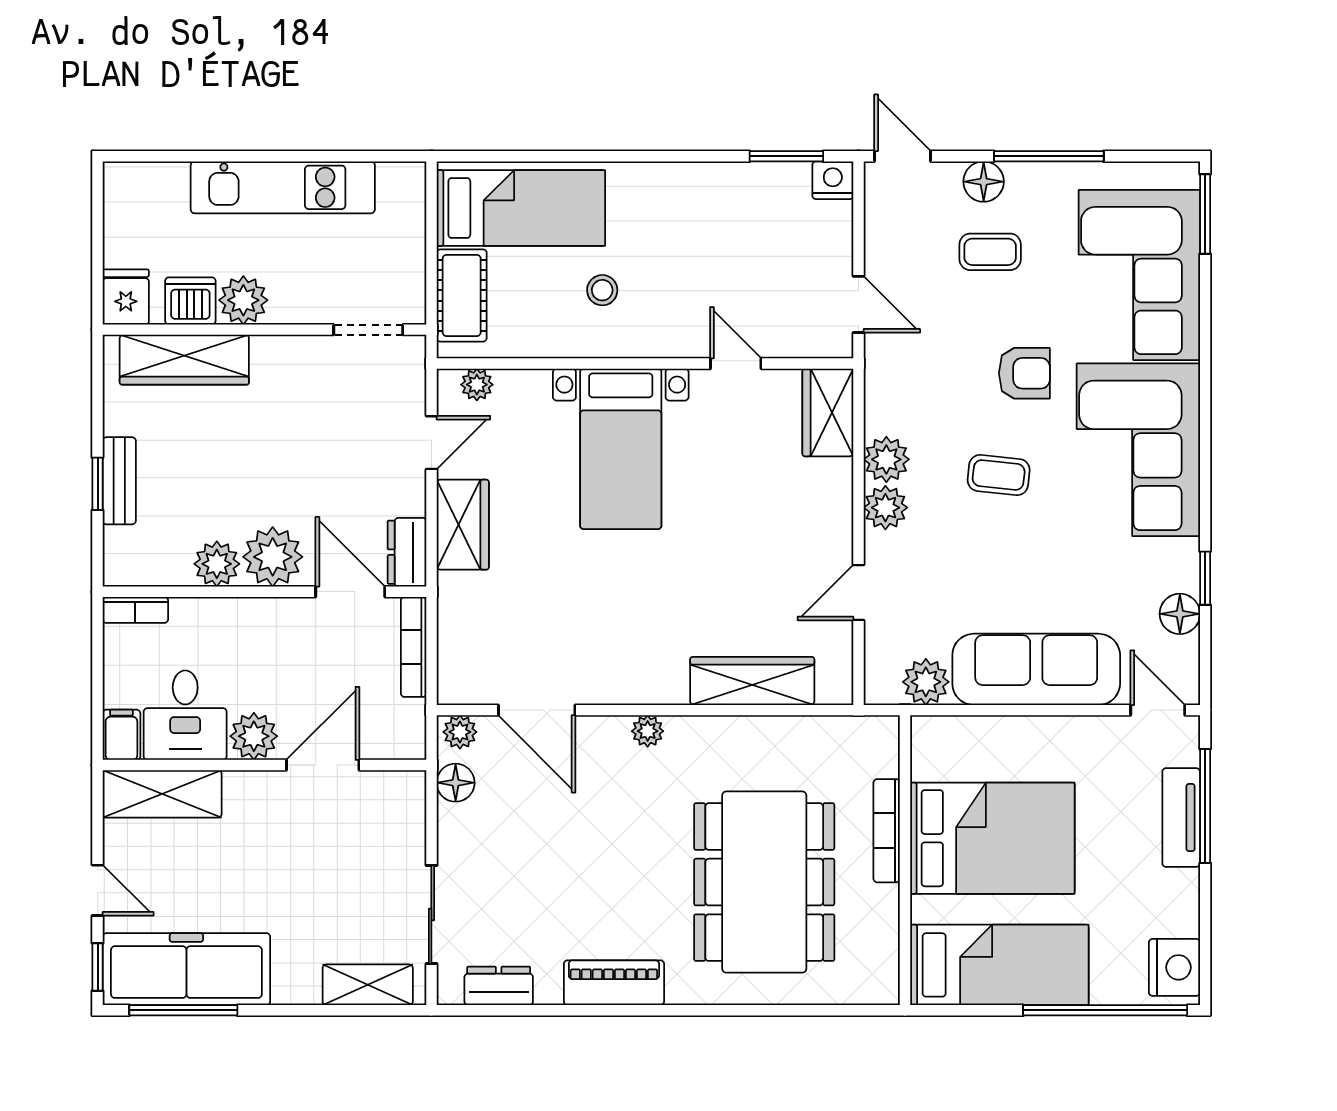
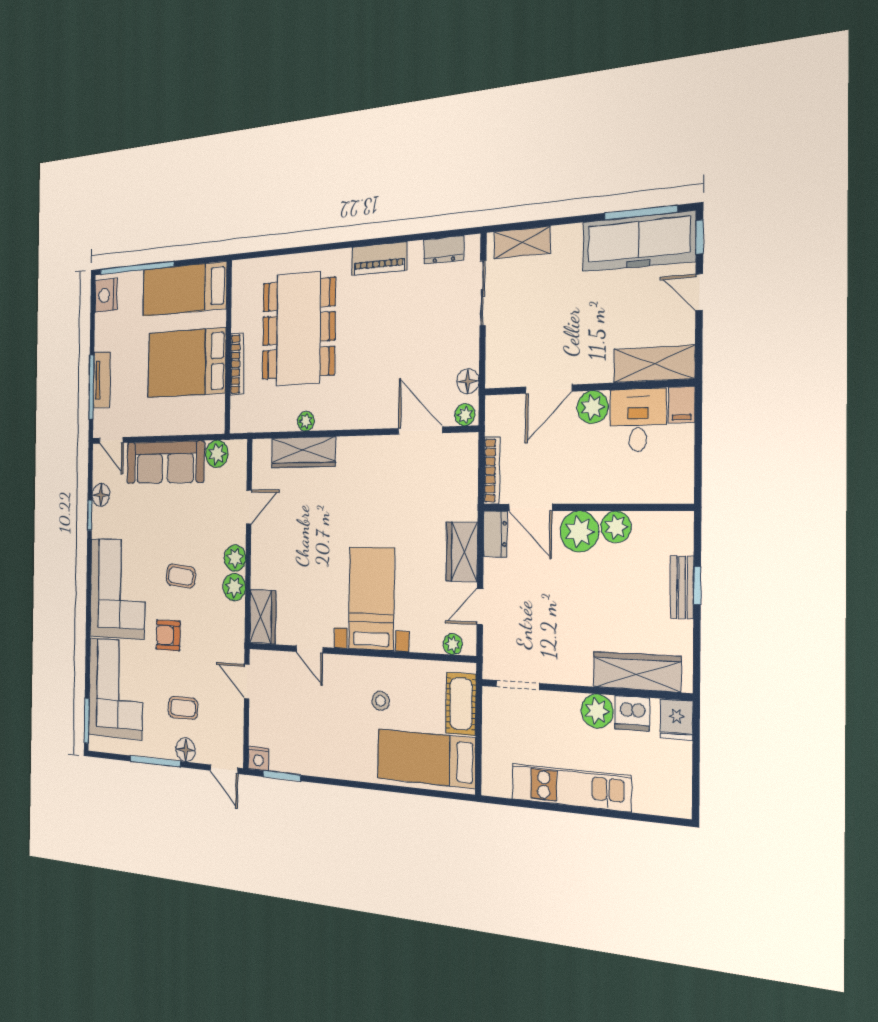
bookcase: (135, 610) -> (671, 494), removed
plant: (648, 731) -> (306, 421), moved

